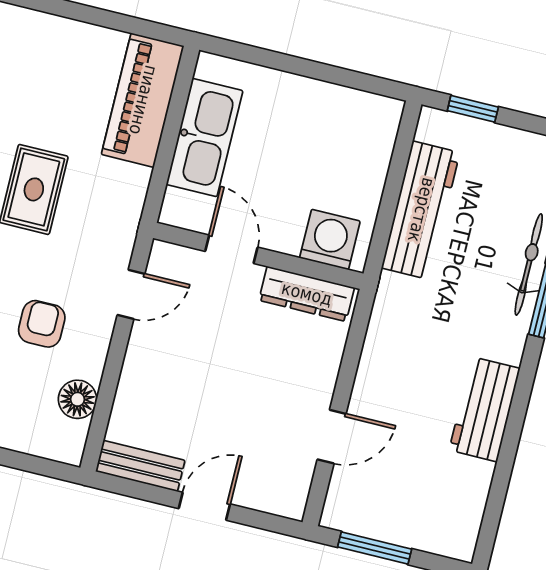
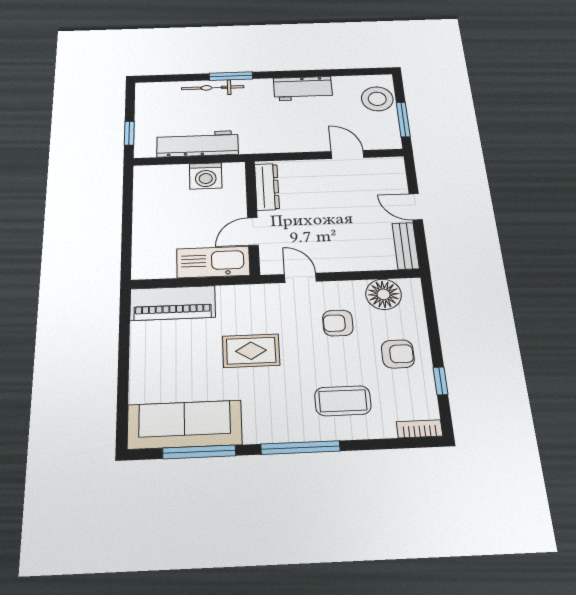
kitchen sink: (204, 137) -> (213, 262), moved
washing machine: (330, 240) -> (206, 176), moved, turned -90
floor lamp: (77, 399) -> (384, 294), width x1.38, depth x1.38
stool: (428, 522) -> (377, 99), added

